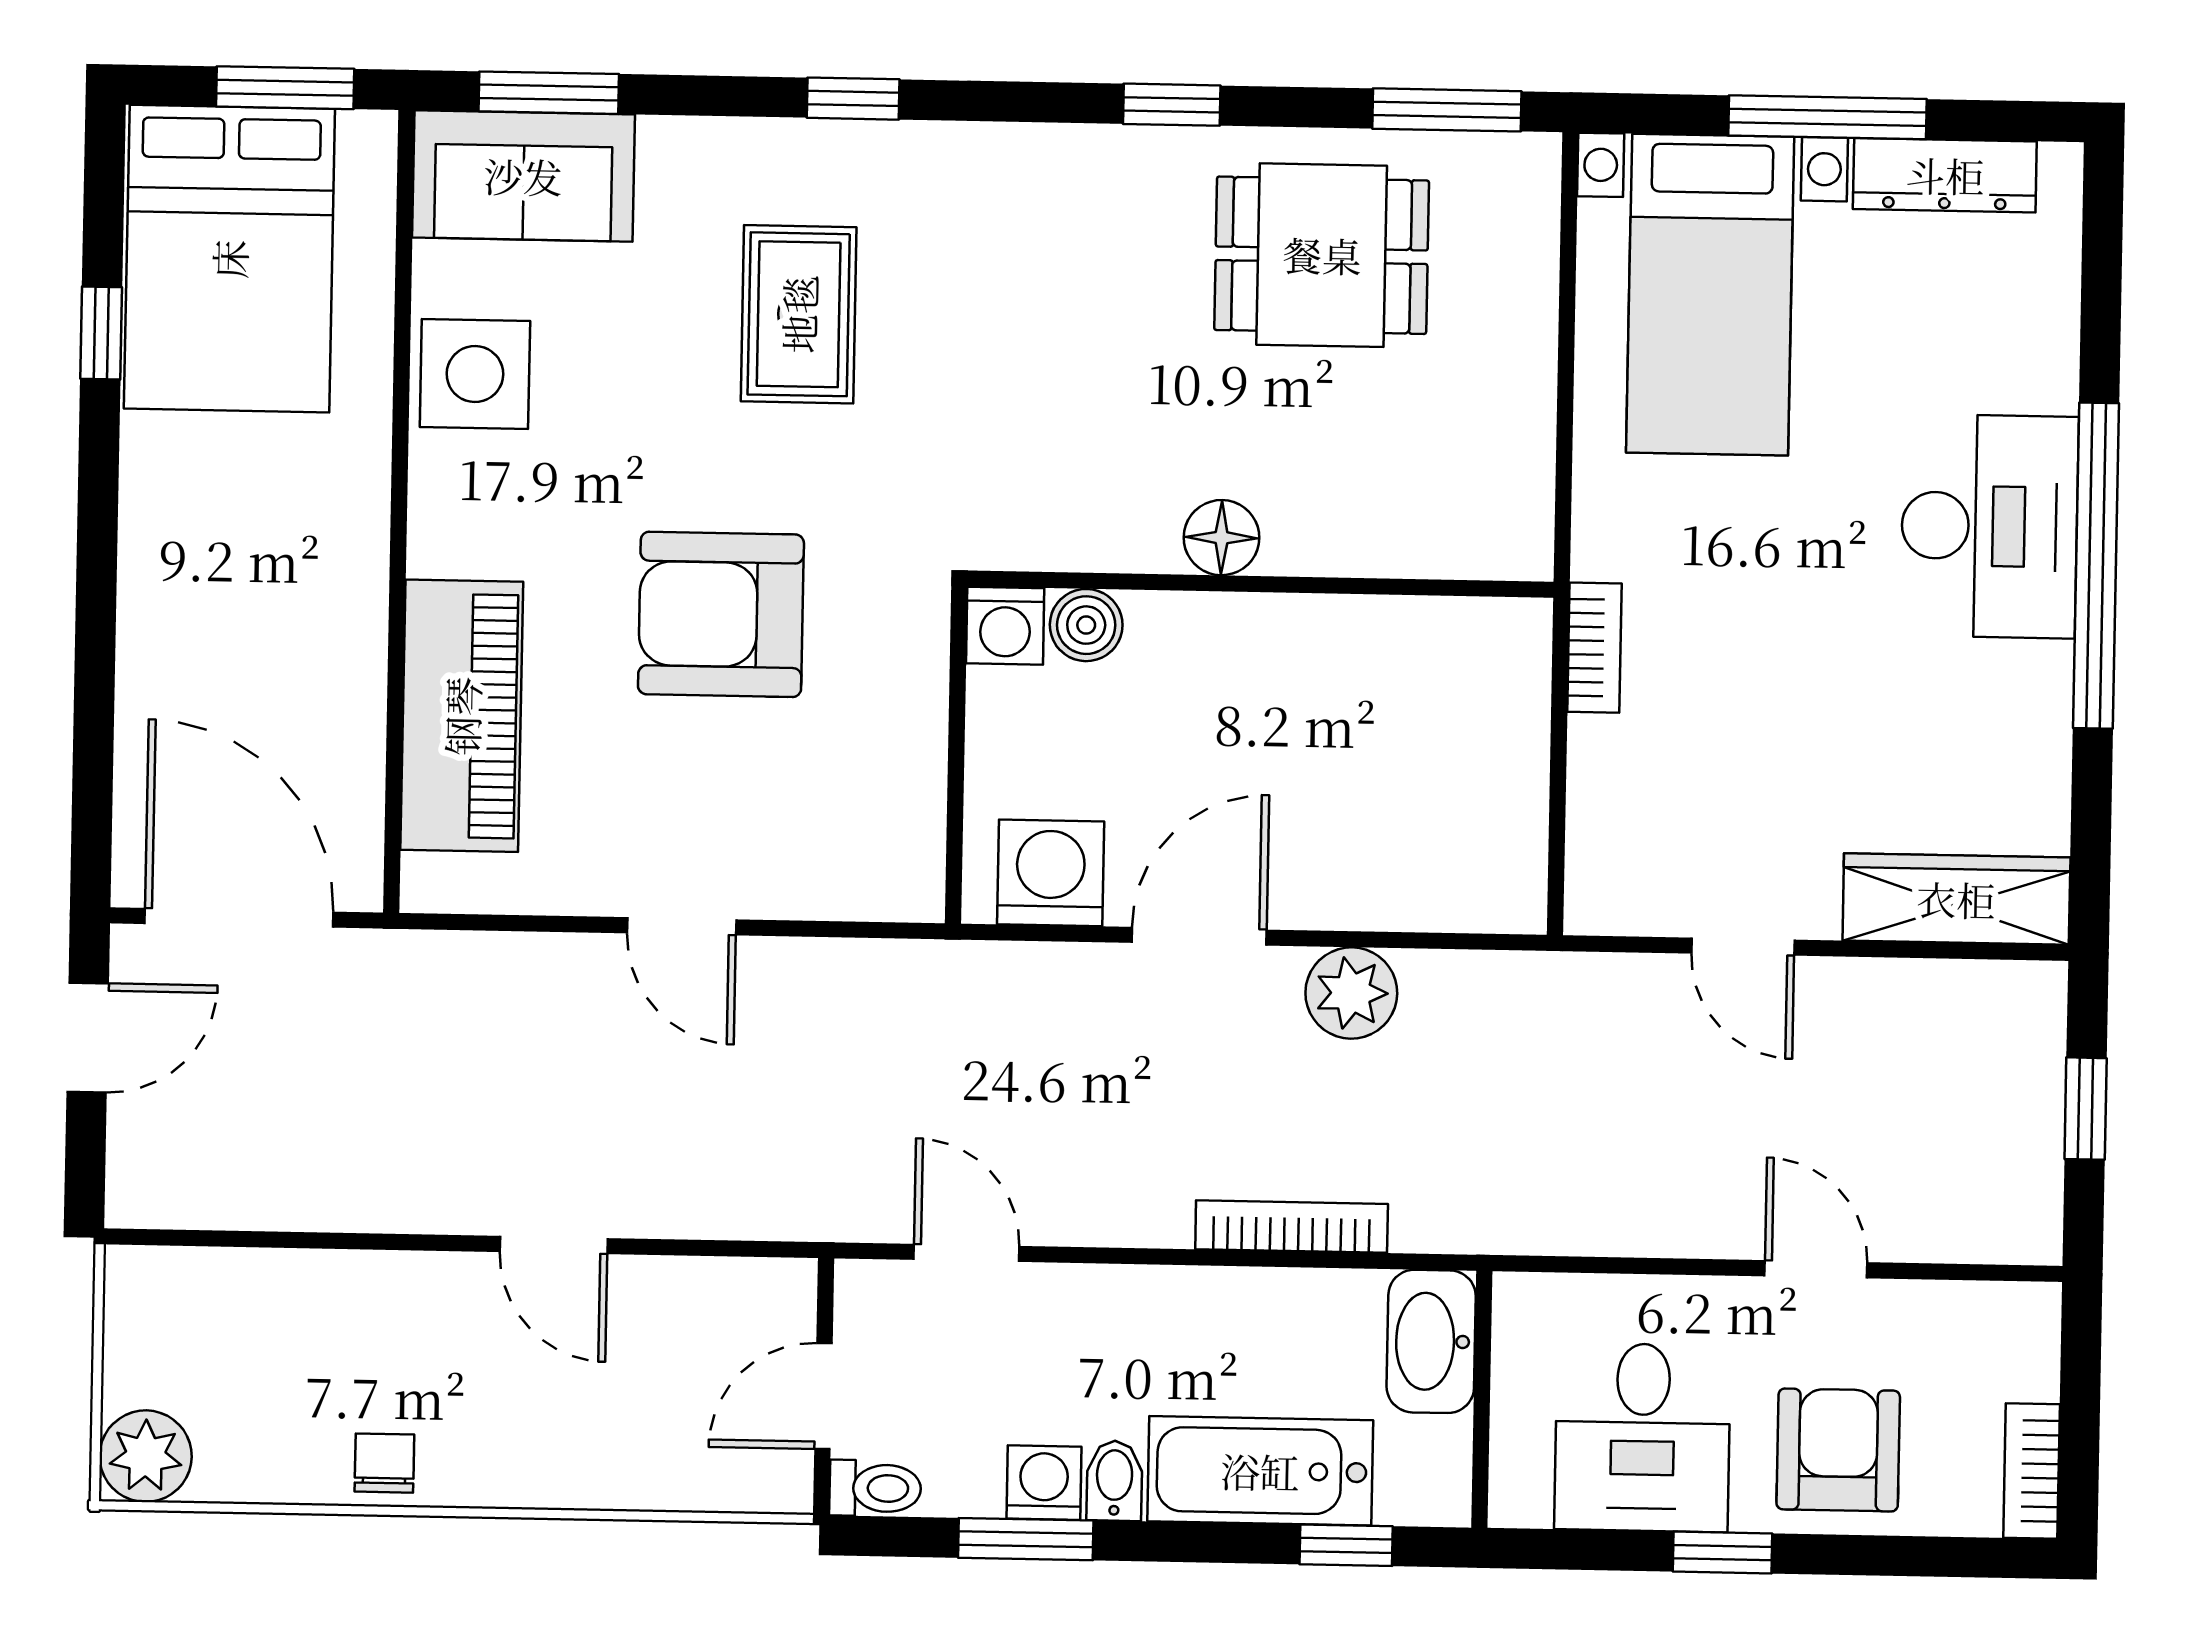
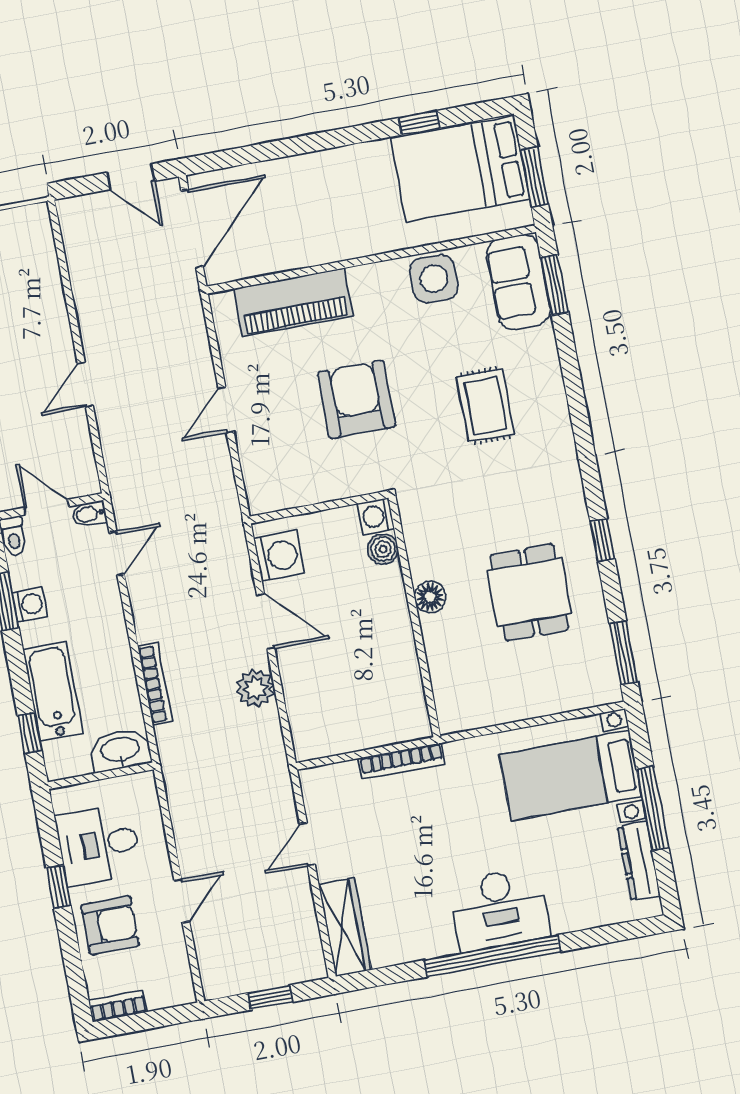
window: (853, 99) -> (578, 410), removed
dining table: (1322, 255) -> (529, 592), moved
rug: (799, 314) -> (485, 406), turned 90
bookcase: (1594, 648) -> (402, 761), width x1.56
bidet: (1114, 1481) -> (89, 514), moved, turned 180

